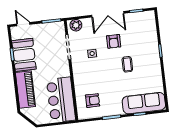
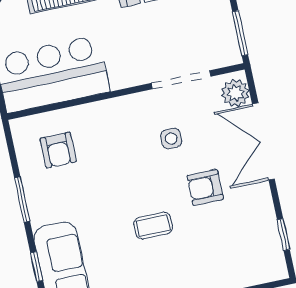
double door: (108, 14) -> (263, 141), moved

